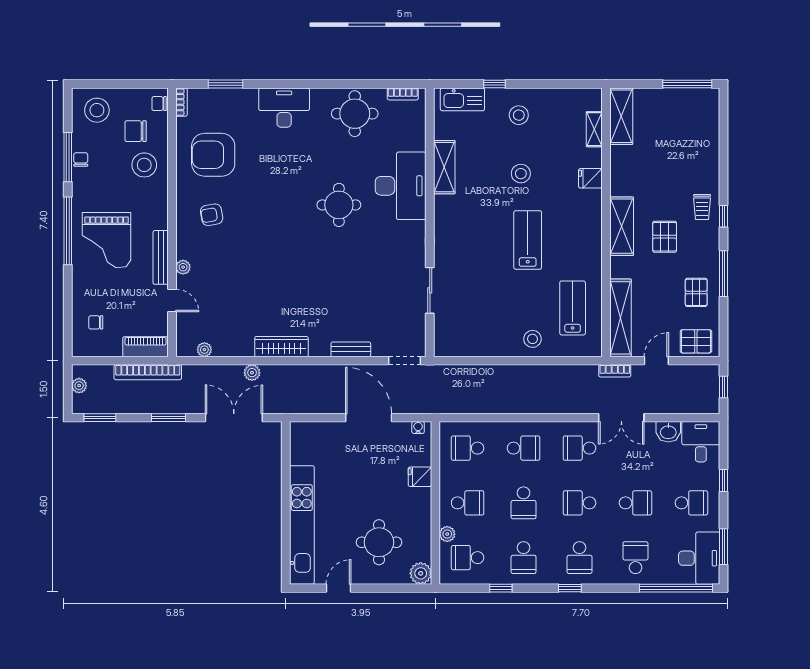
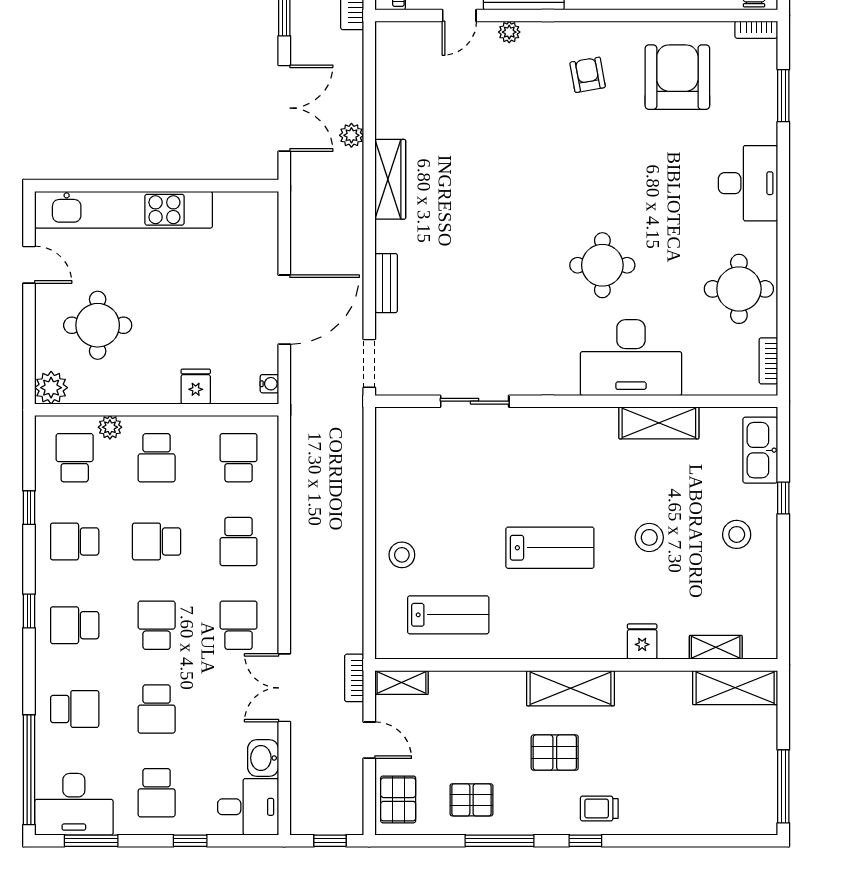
shelving: (620, 318) -> (401, 683), width x0.45, depth x0.75
plant: (204, 350) -> (386, 64), removed

